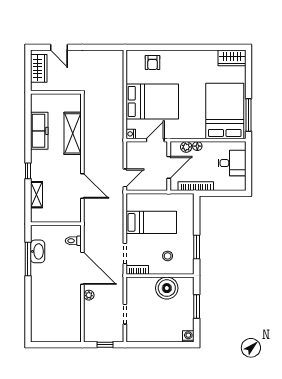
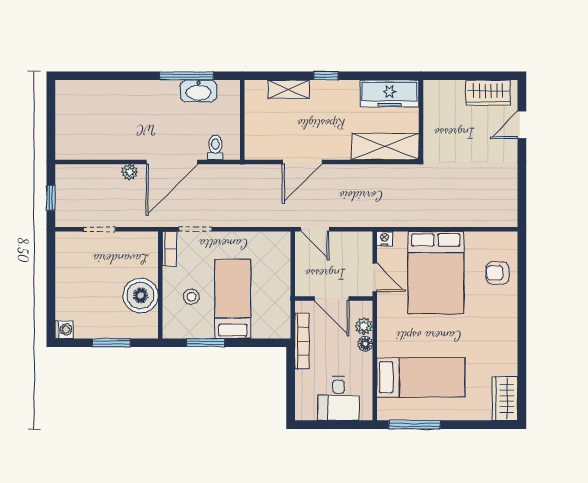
wall: (56, 92) -> (421, 120), moved
bed: (225, 111) -> (421, 377), width x0.67
bed: (151, 222) -> (233, 299), moved, turned 180

